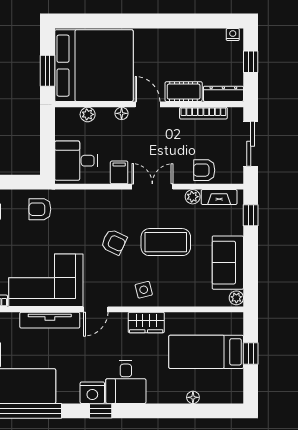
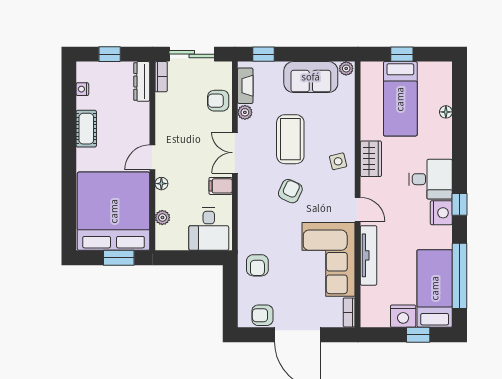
nightstand: (233, 35) -> (82, 89), moved
cot: (184, 92) -> (86, 129), moved
bookcase: (203, 113) -> (161, 77), moved, width x0.64
armchair: (204, 170) -> (218, 101), turned 90

